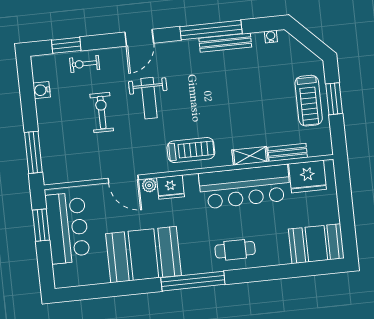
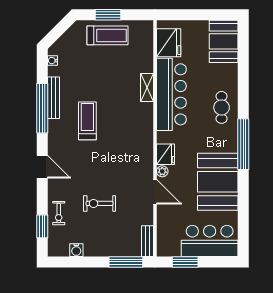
weight bench: (149, 98) -> (92, 164), removed
treadmill: (191, 150) -> (87, 121), moved
bench: (288, 152) -> (147, 241), moved
door: (123, 179) -> (155, 192), hinge flipped
bar counter: (67, 228) -> (210, 241), moved

